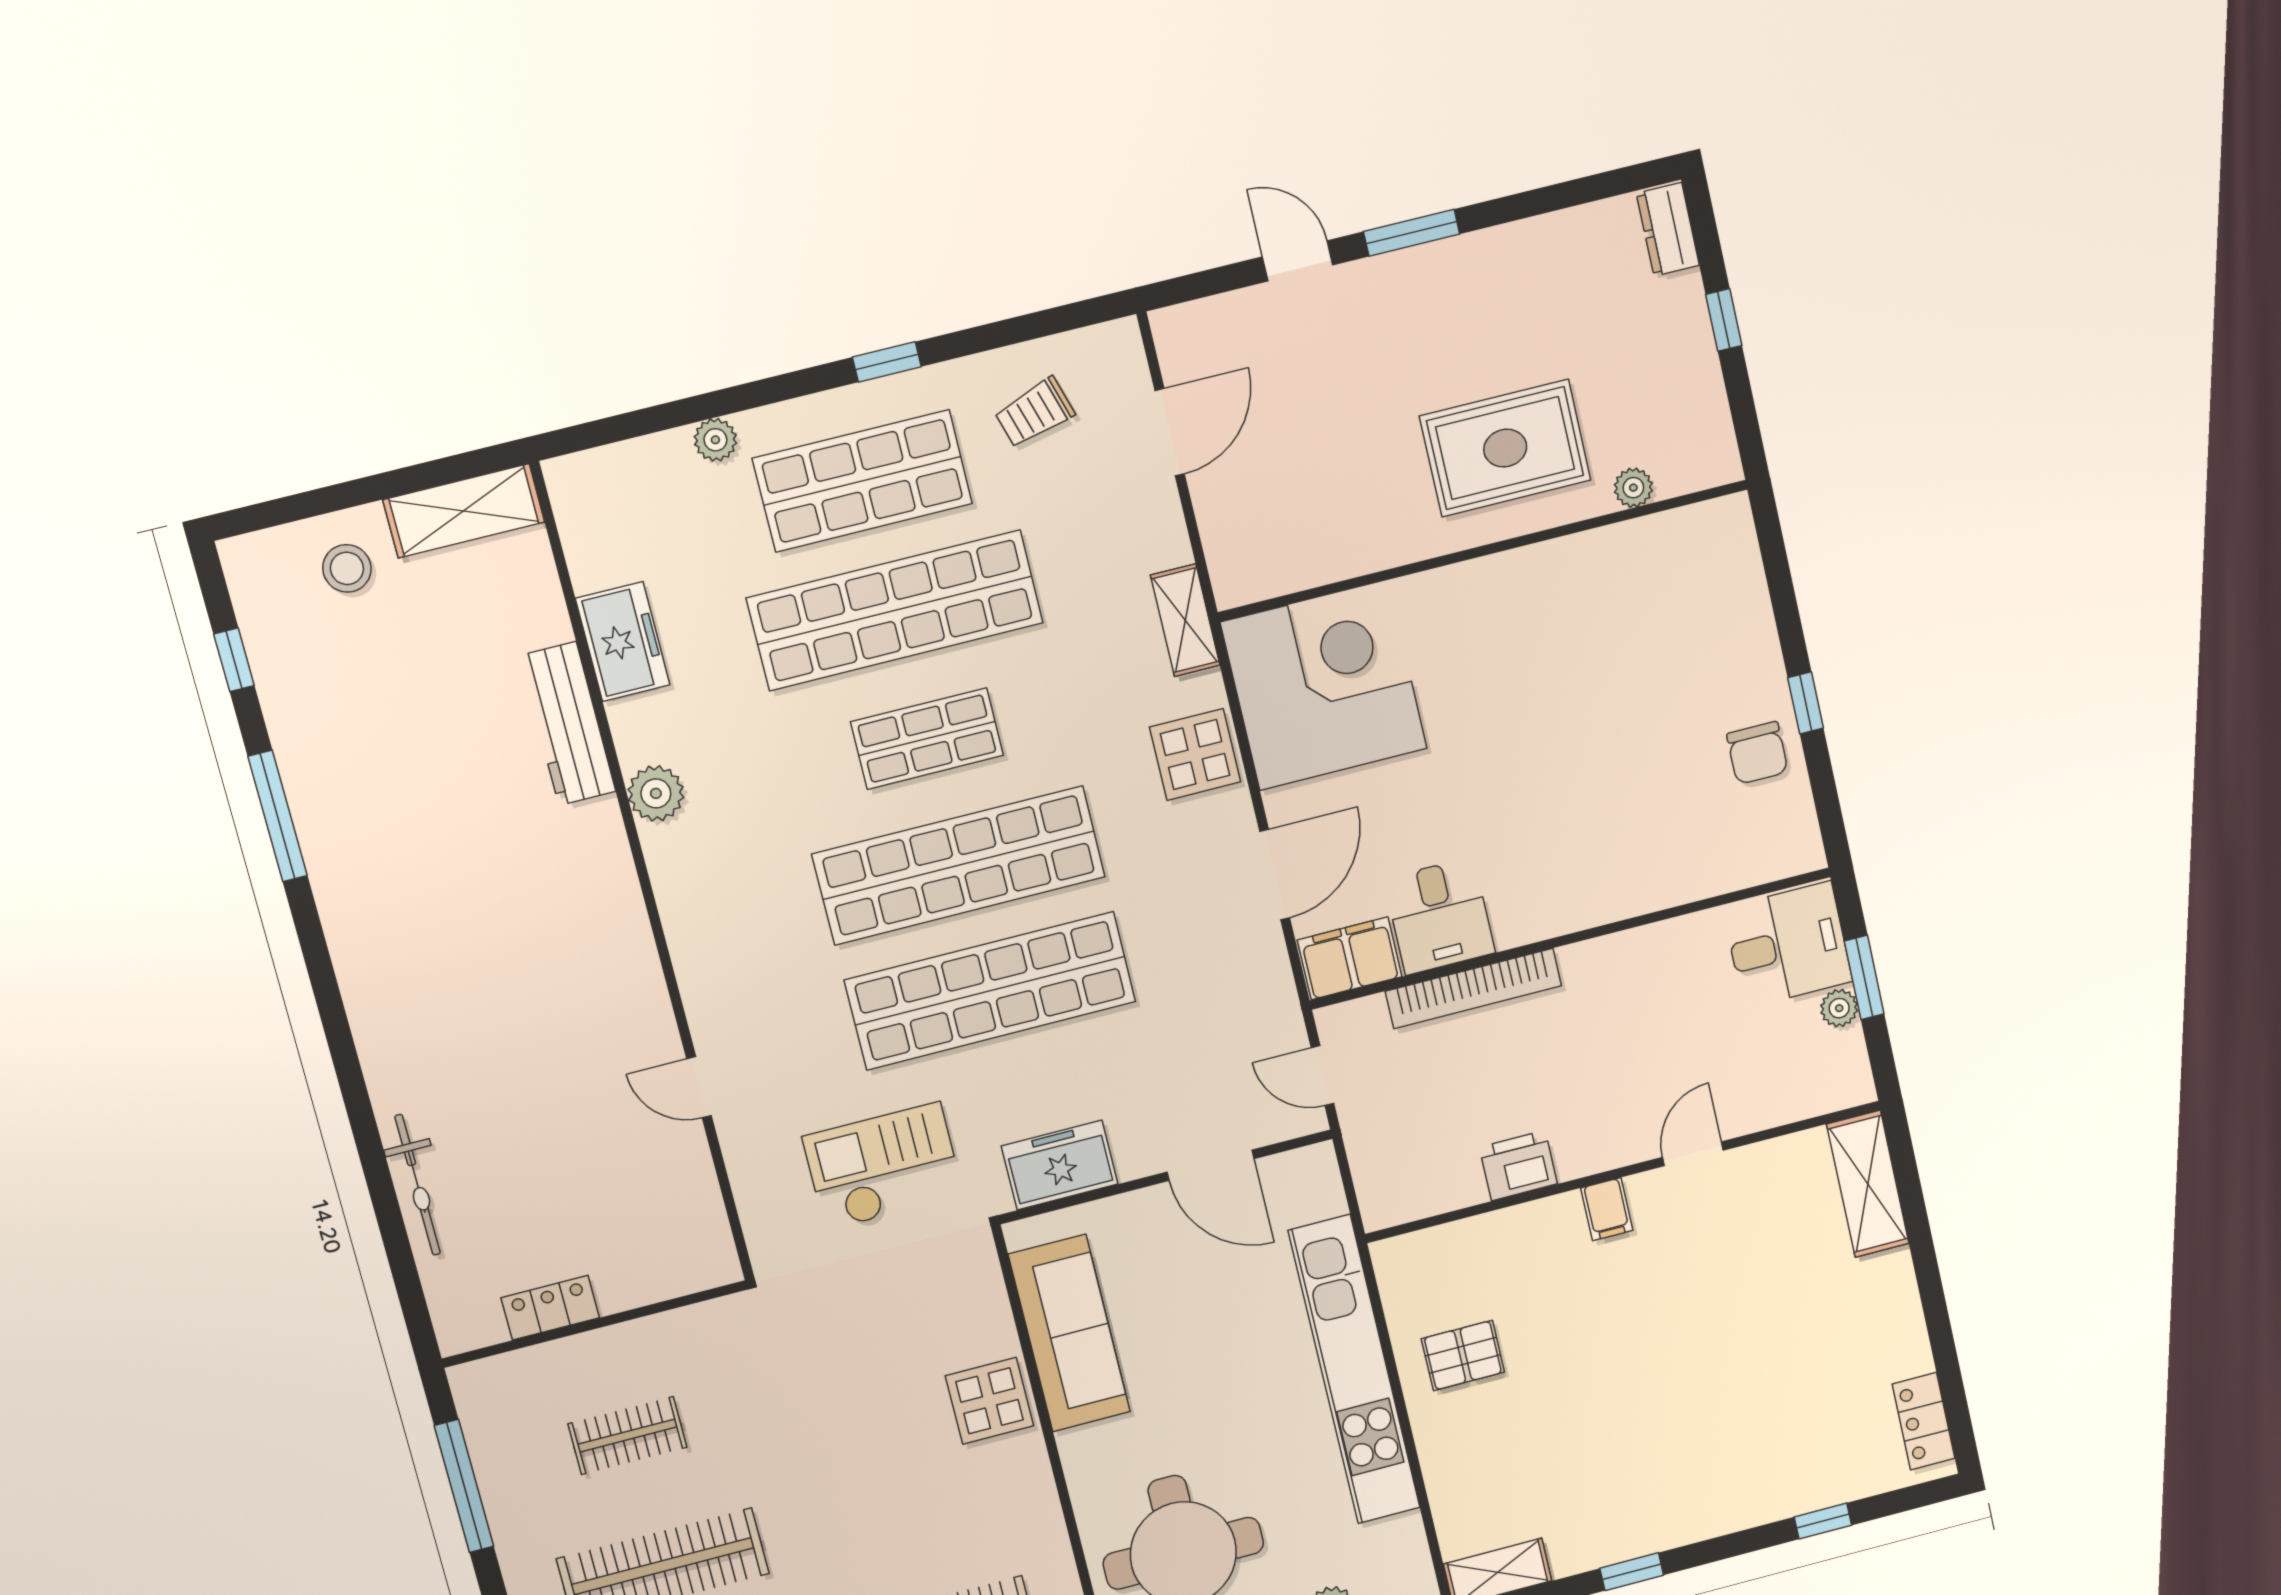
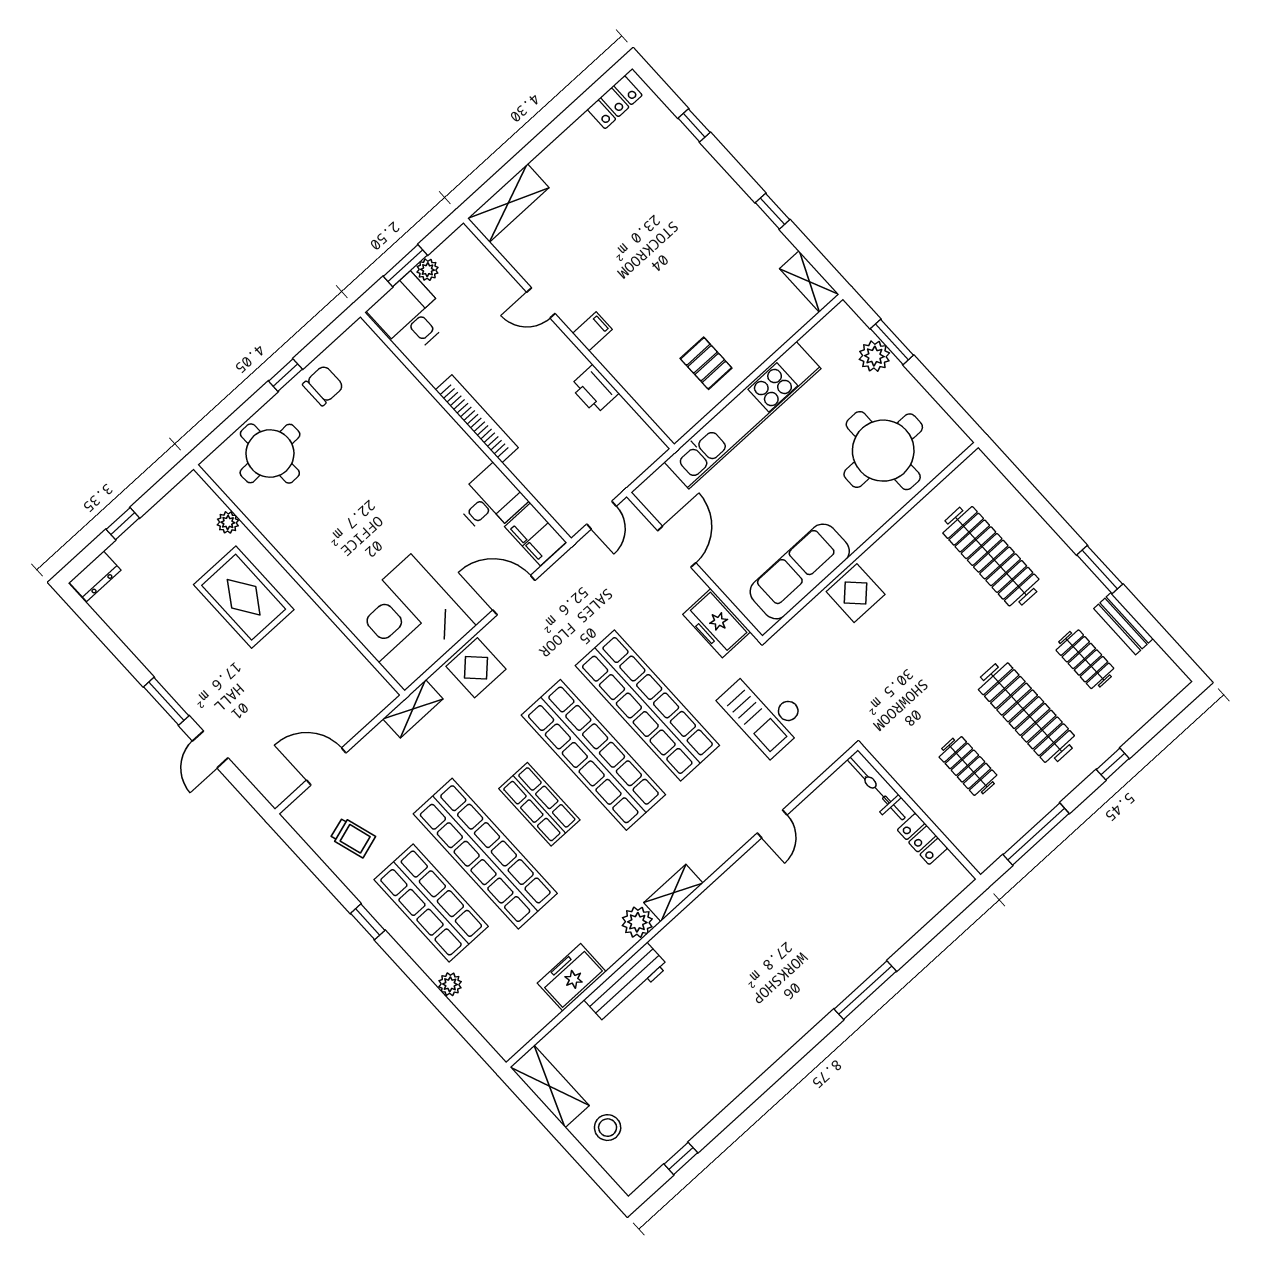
round table: (1701, 613) -> (270, 453), added
window: (278, 816) -> (865, 990), moved
shelving: (672, 875) -> (673, 893), added
bookcase: (1473, 989) -> (477, 419), moved
bicycle: (418, 1185) -> (876, 789), moved, turned -90

